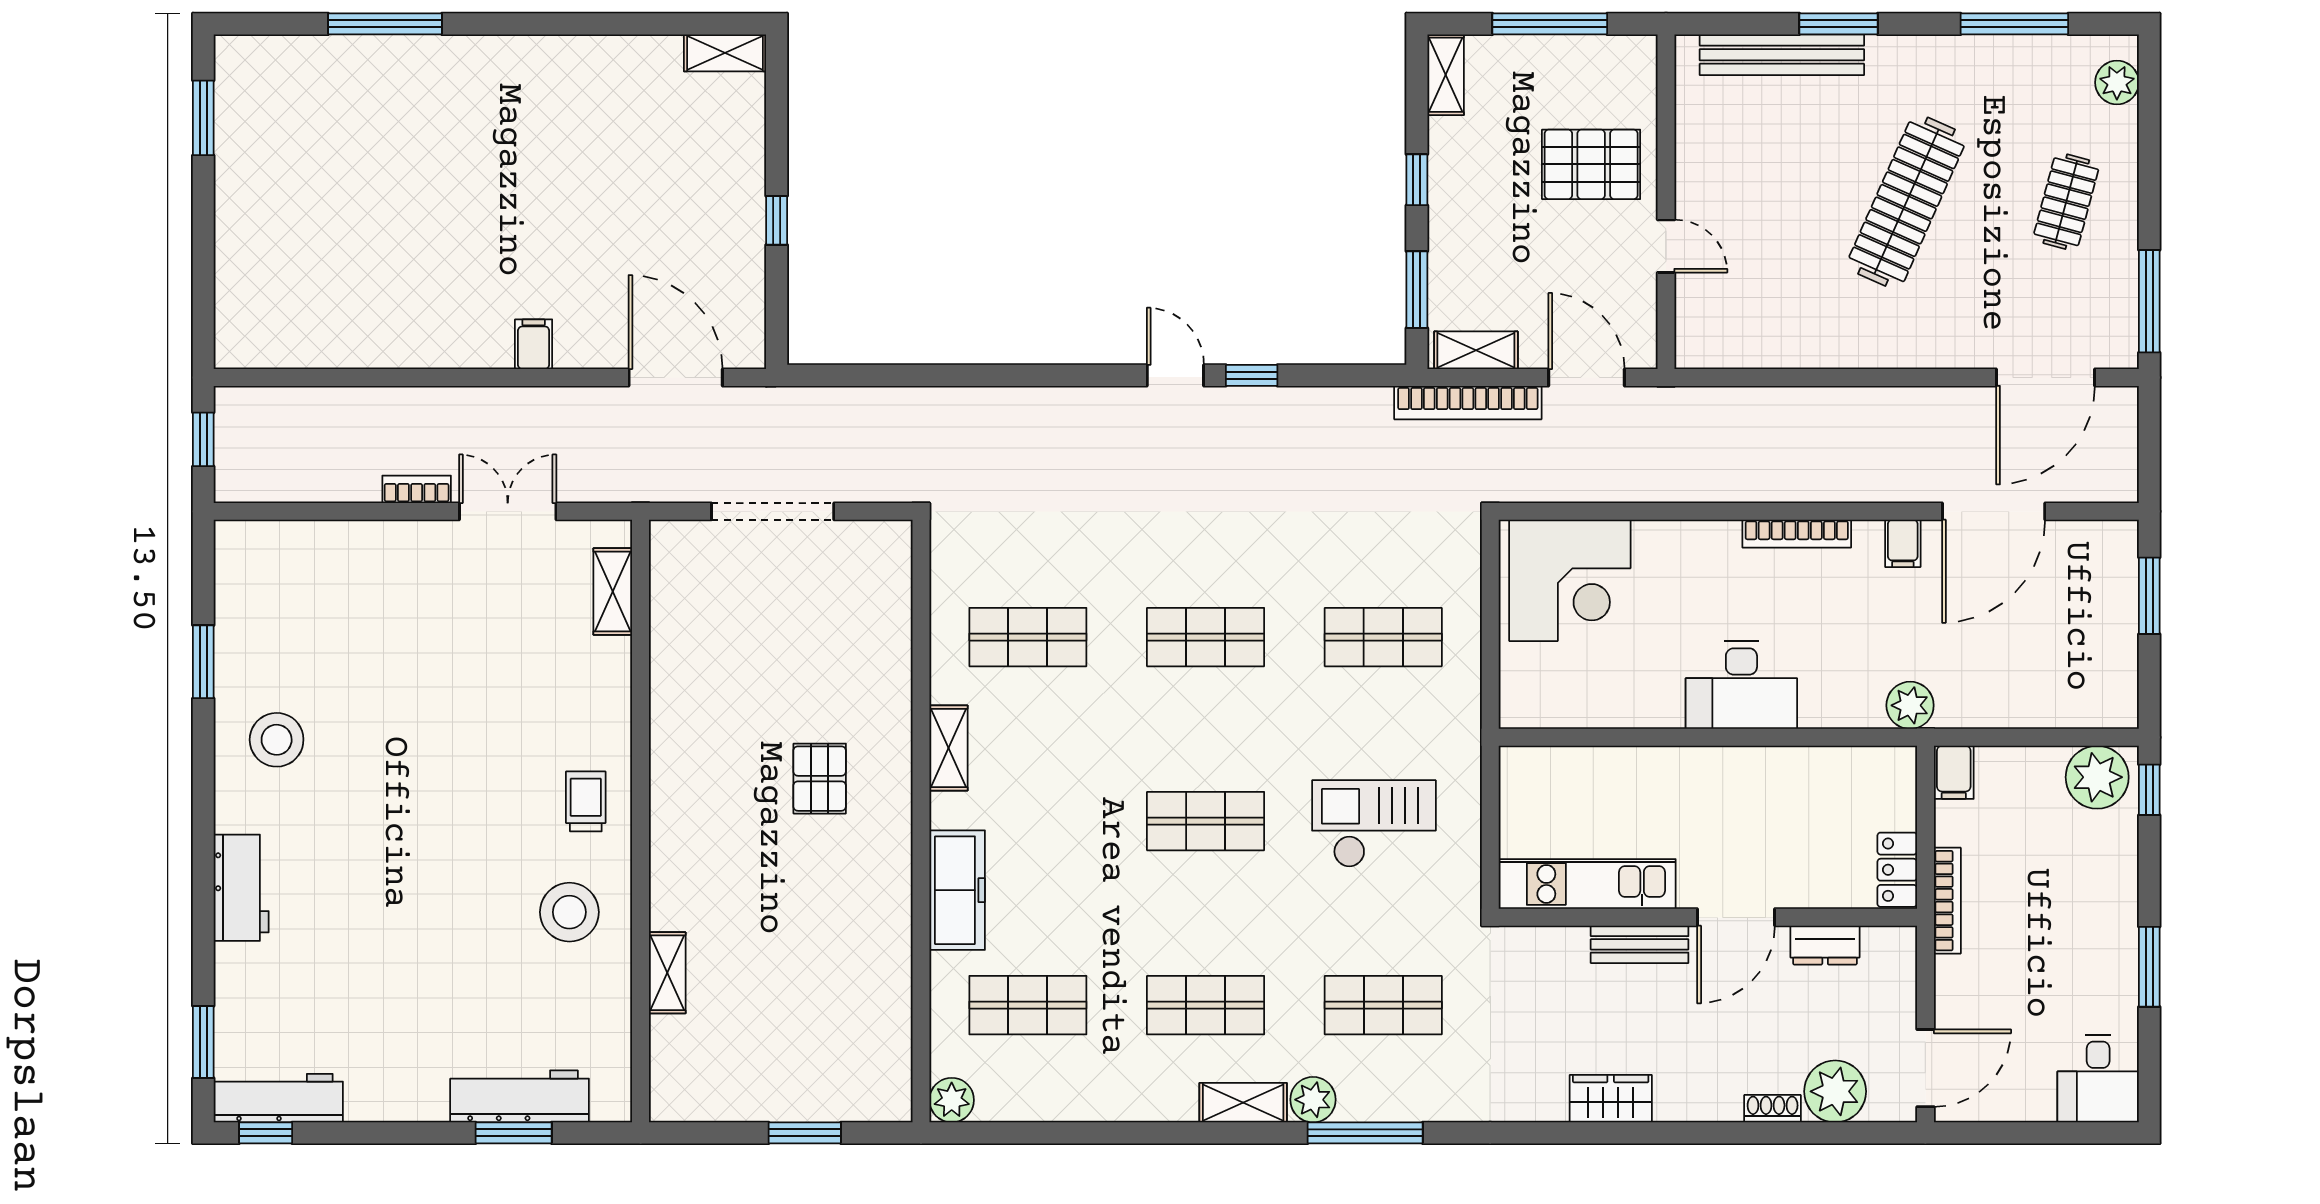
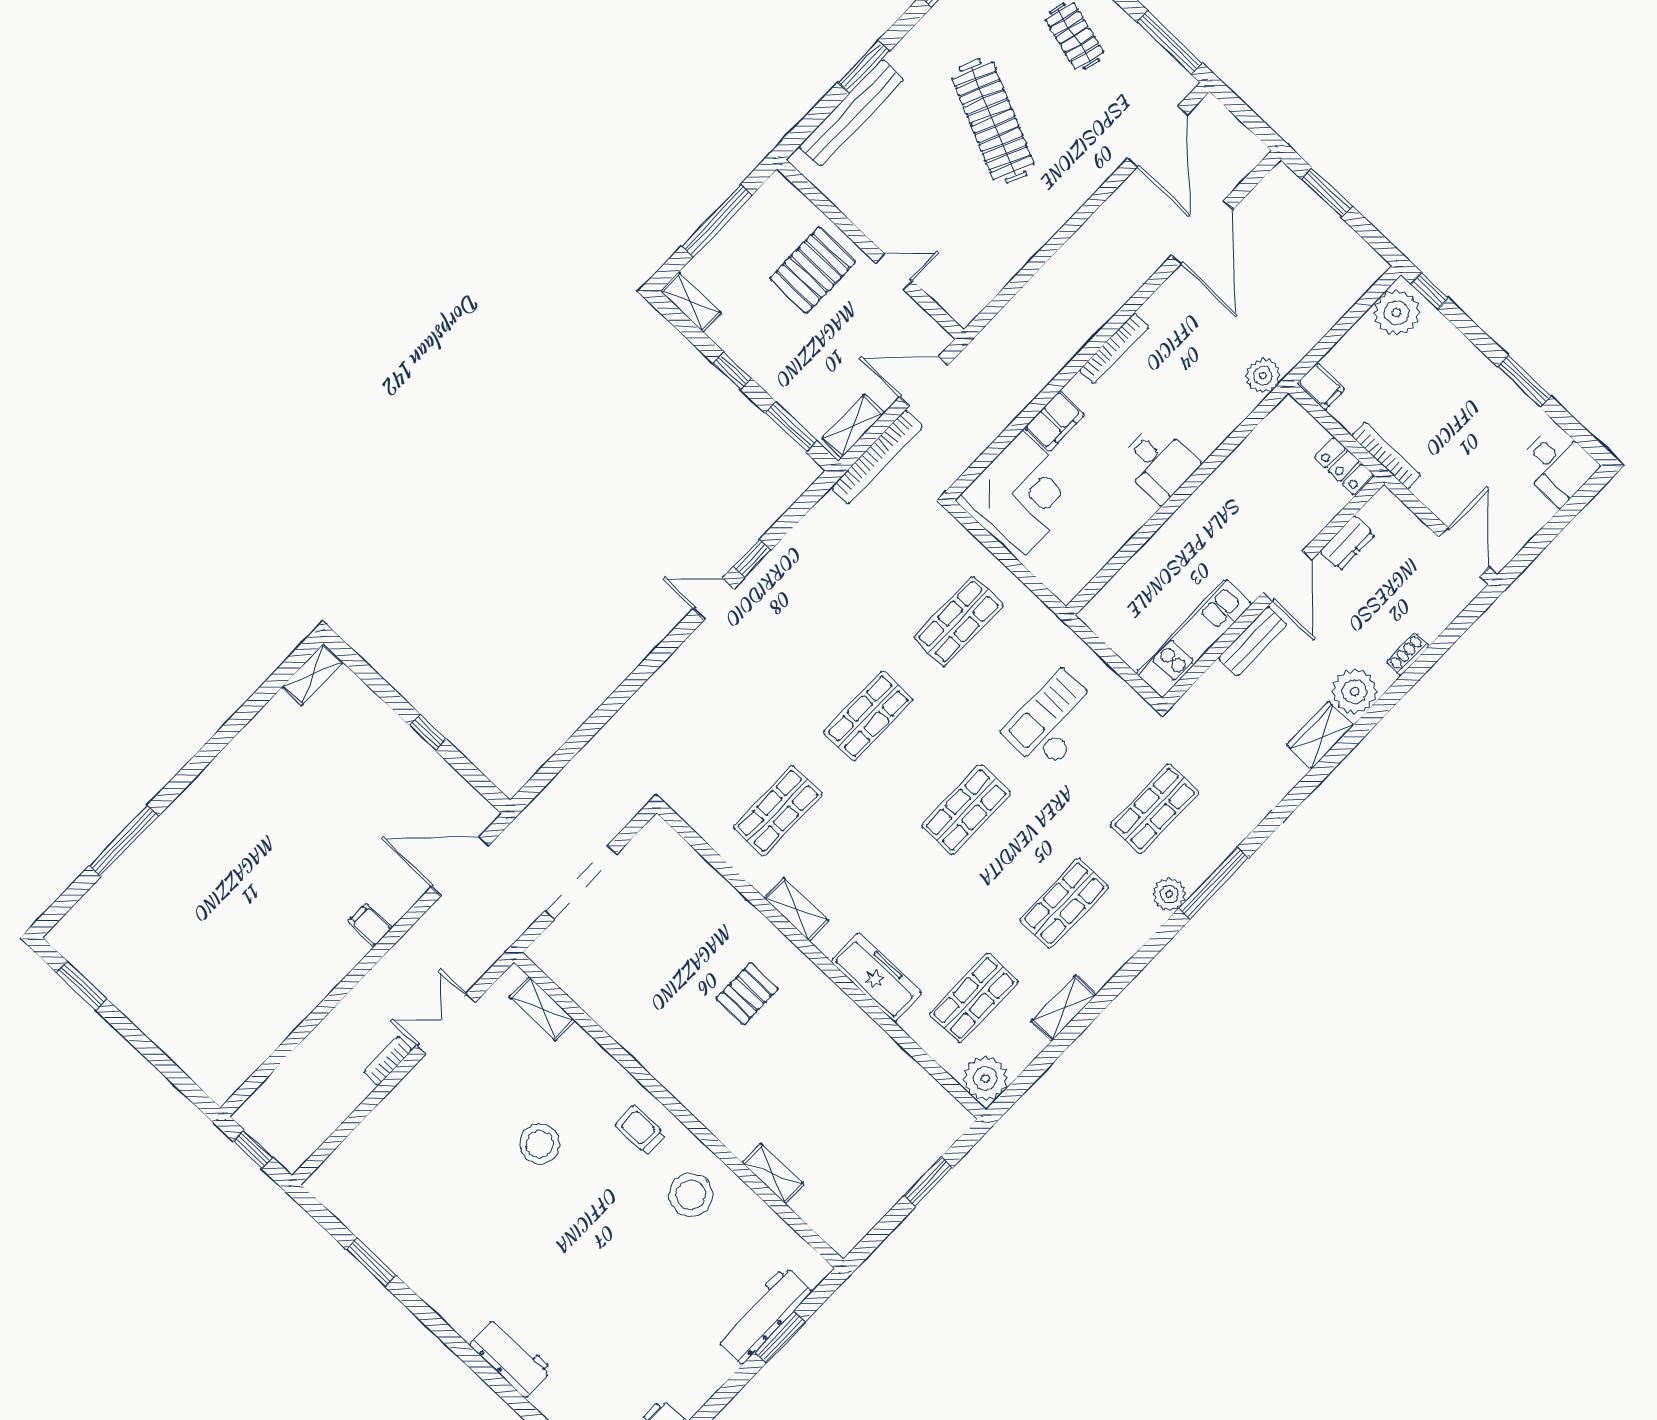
filing cabinet: (1903, 543) -> (1054, 421), moved, width x2.00
desk: (1741, 685) -> (1159, 463), width x0.73
stool: (277, 740) -> (540, 1144), moved
pallet: (820, 779) -> (747, 994), turned 90
plant: (1835, 1091) -> (1355, 691), moved
plant: (952, 1100) -> (985, 1078), width x1.36, depth x1.36
shelving: (1243, 1103) -> (1064, 1008), moved

